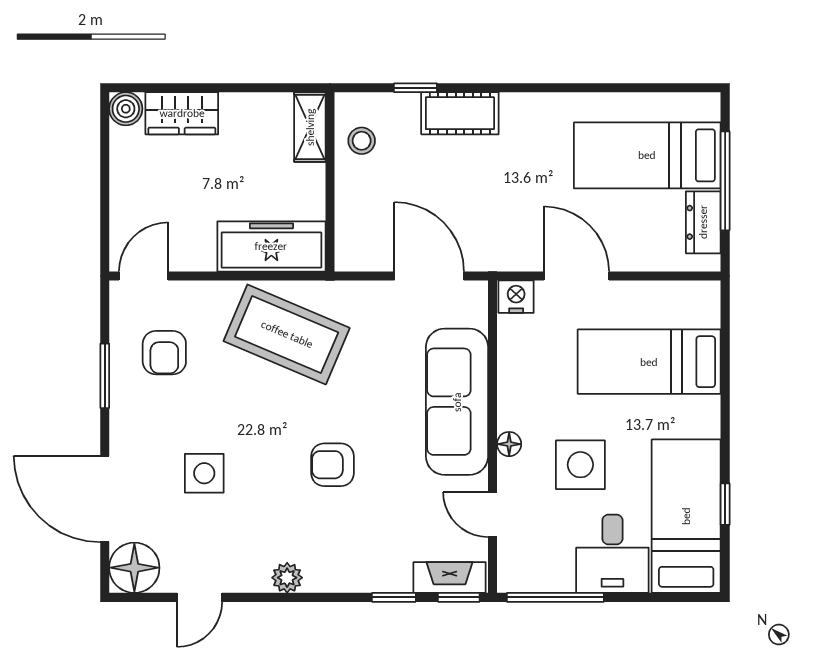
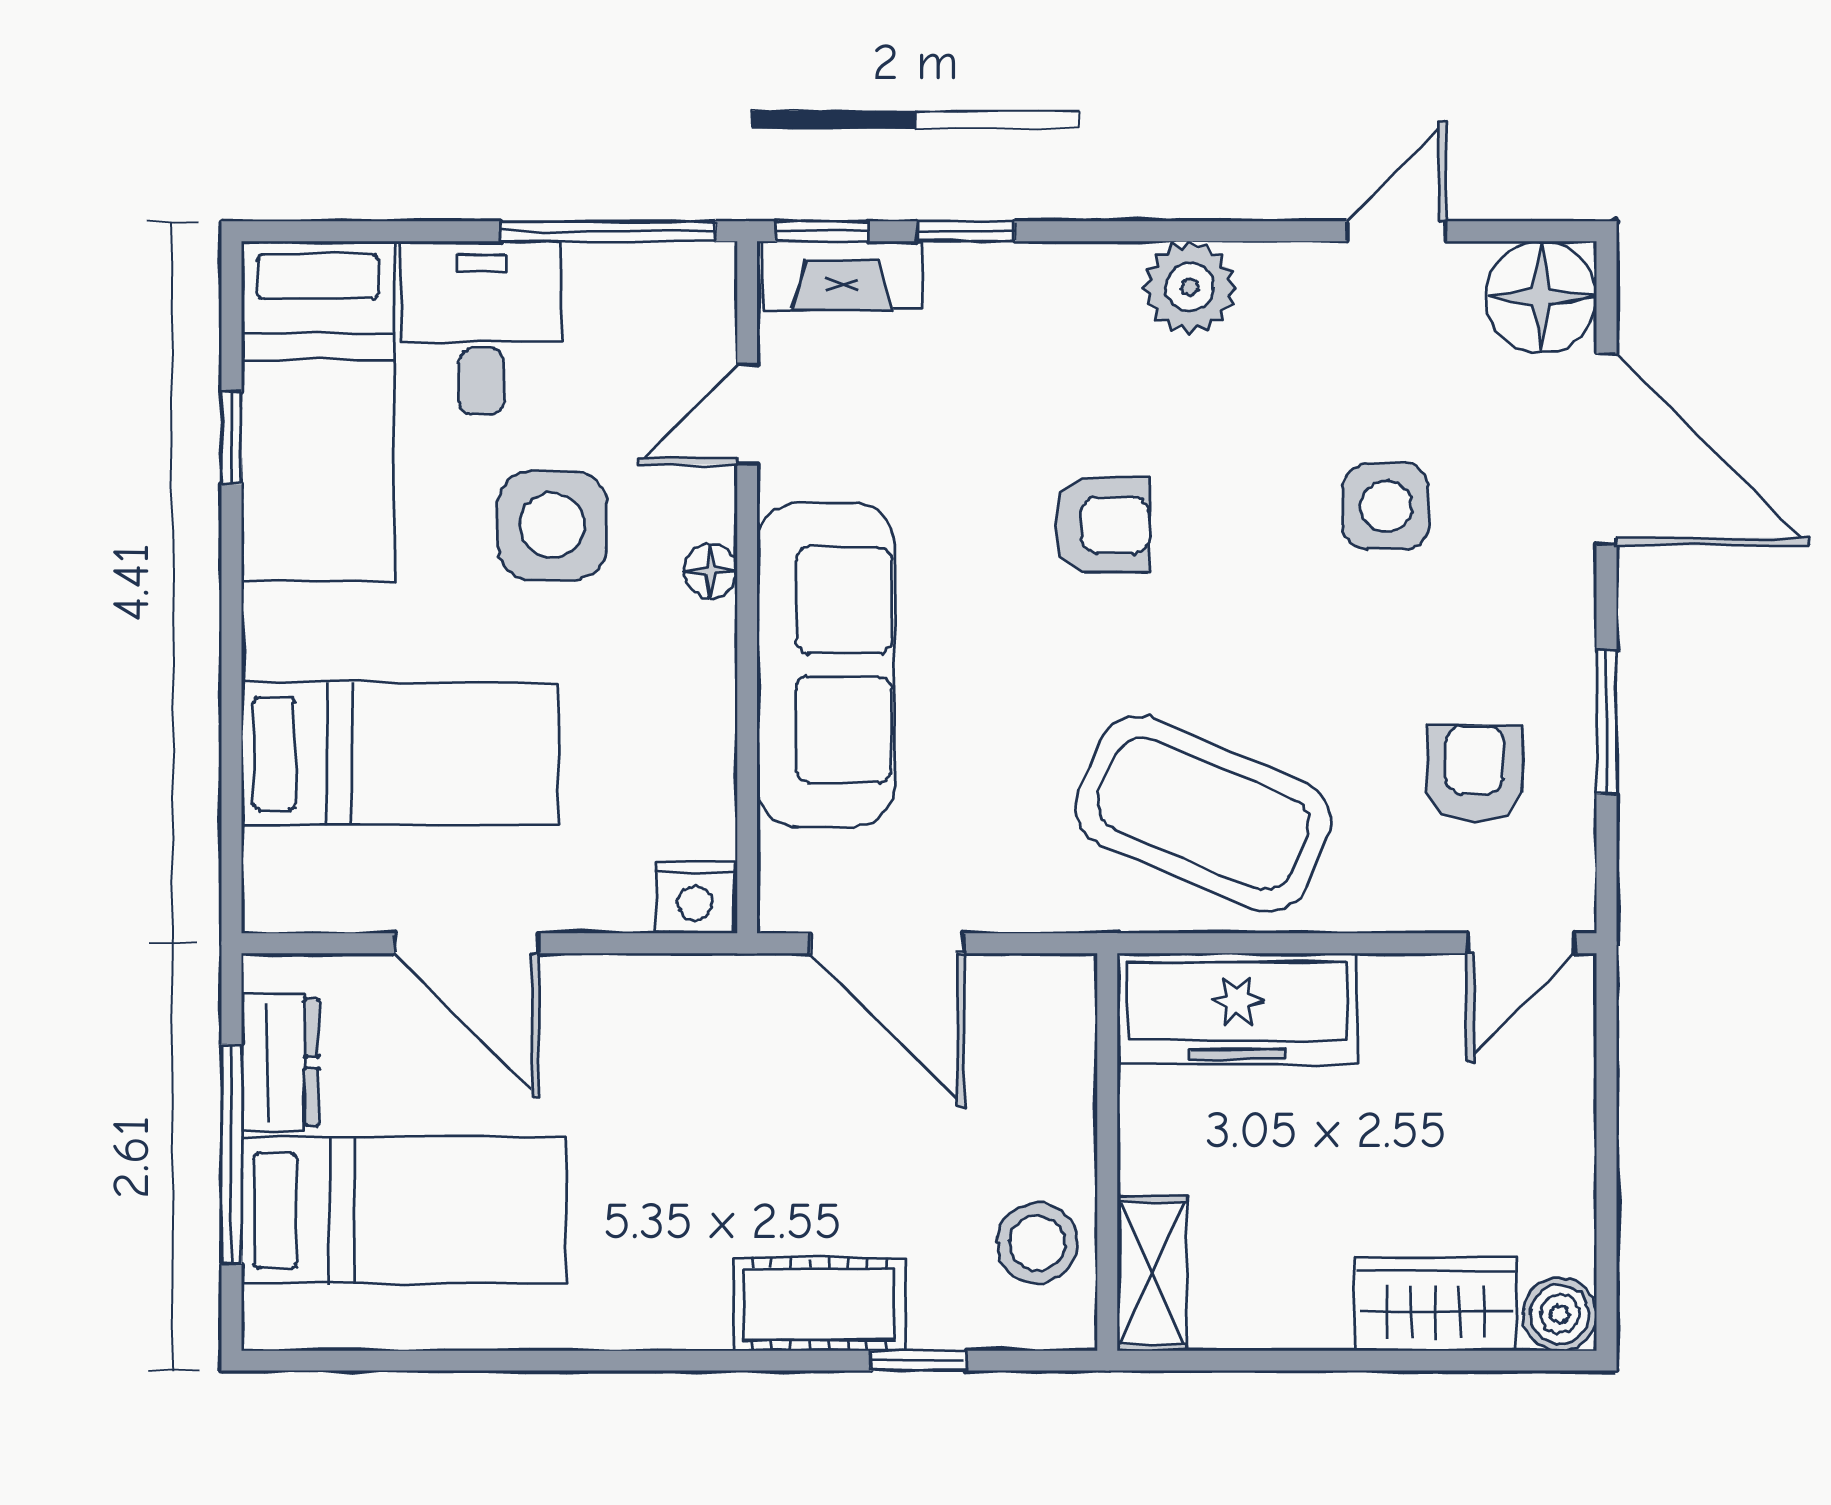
stool: (362, 141) -> (1037, 1243), width x1.37, depth x1.37
door: (576, 276) -> (467, 943), moved
door: (493, 515) -> (747, 415), swing flipped
plant: (287, 578) -> (1190, 287), width x1.38, depth x1.38

